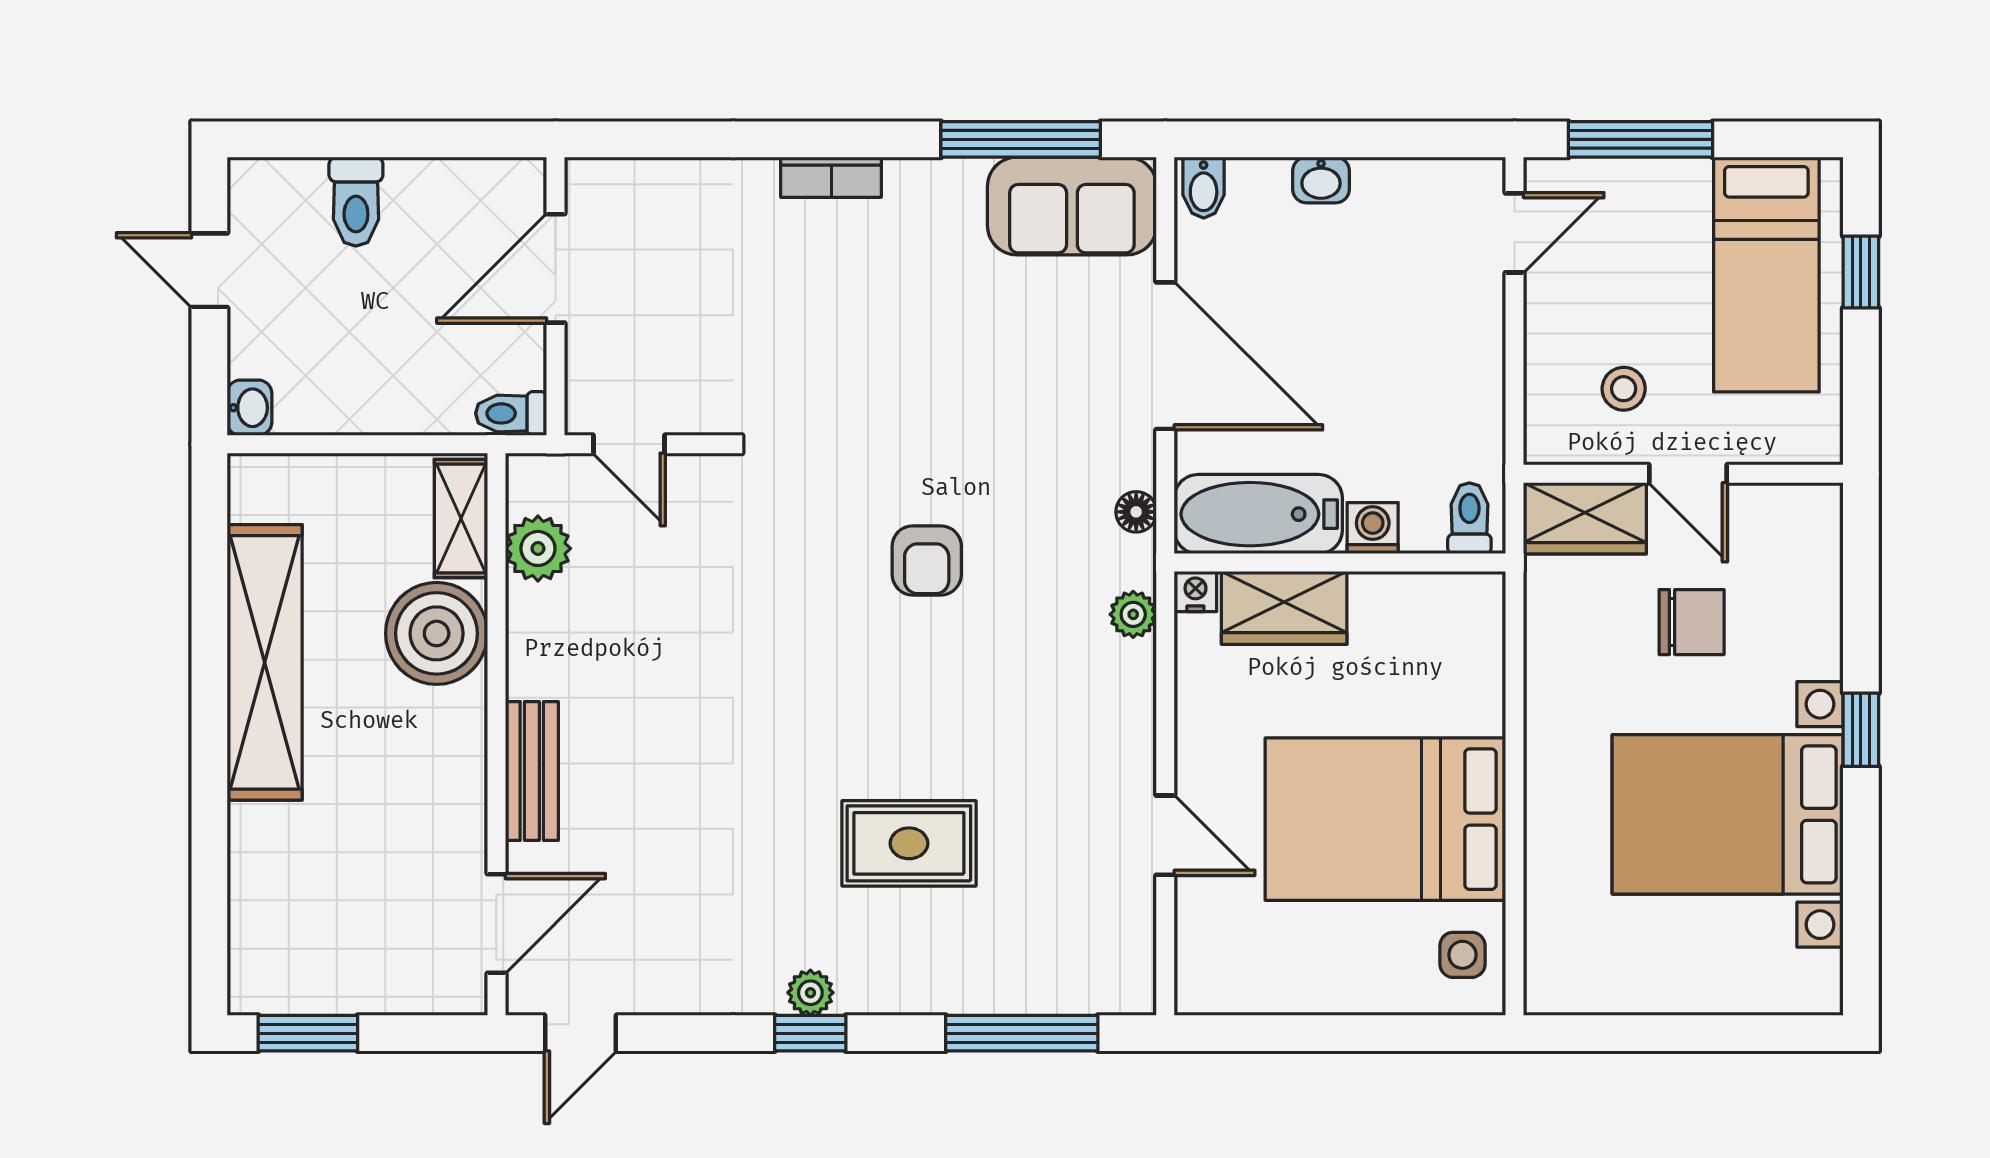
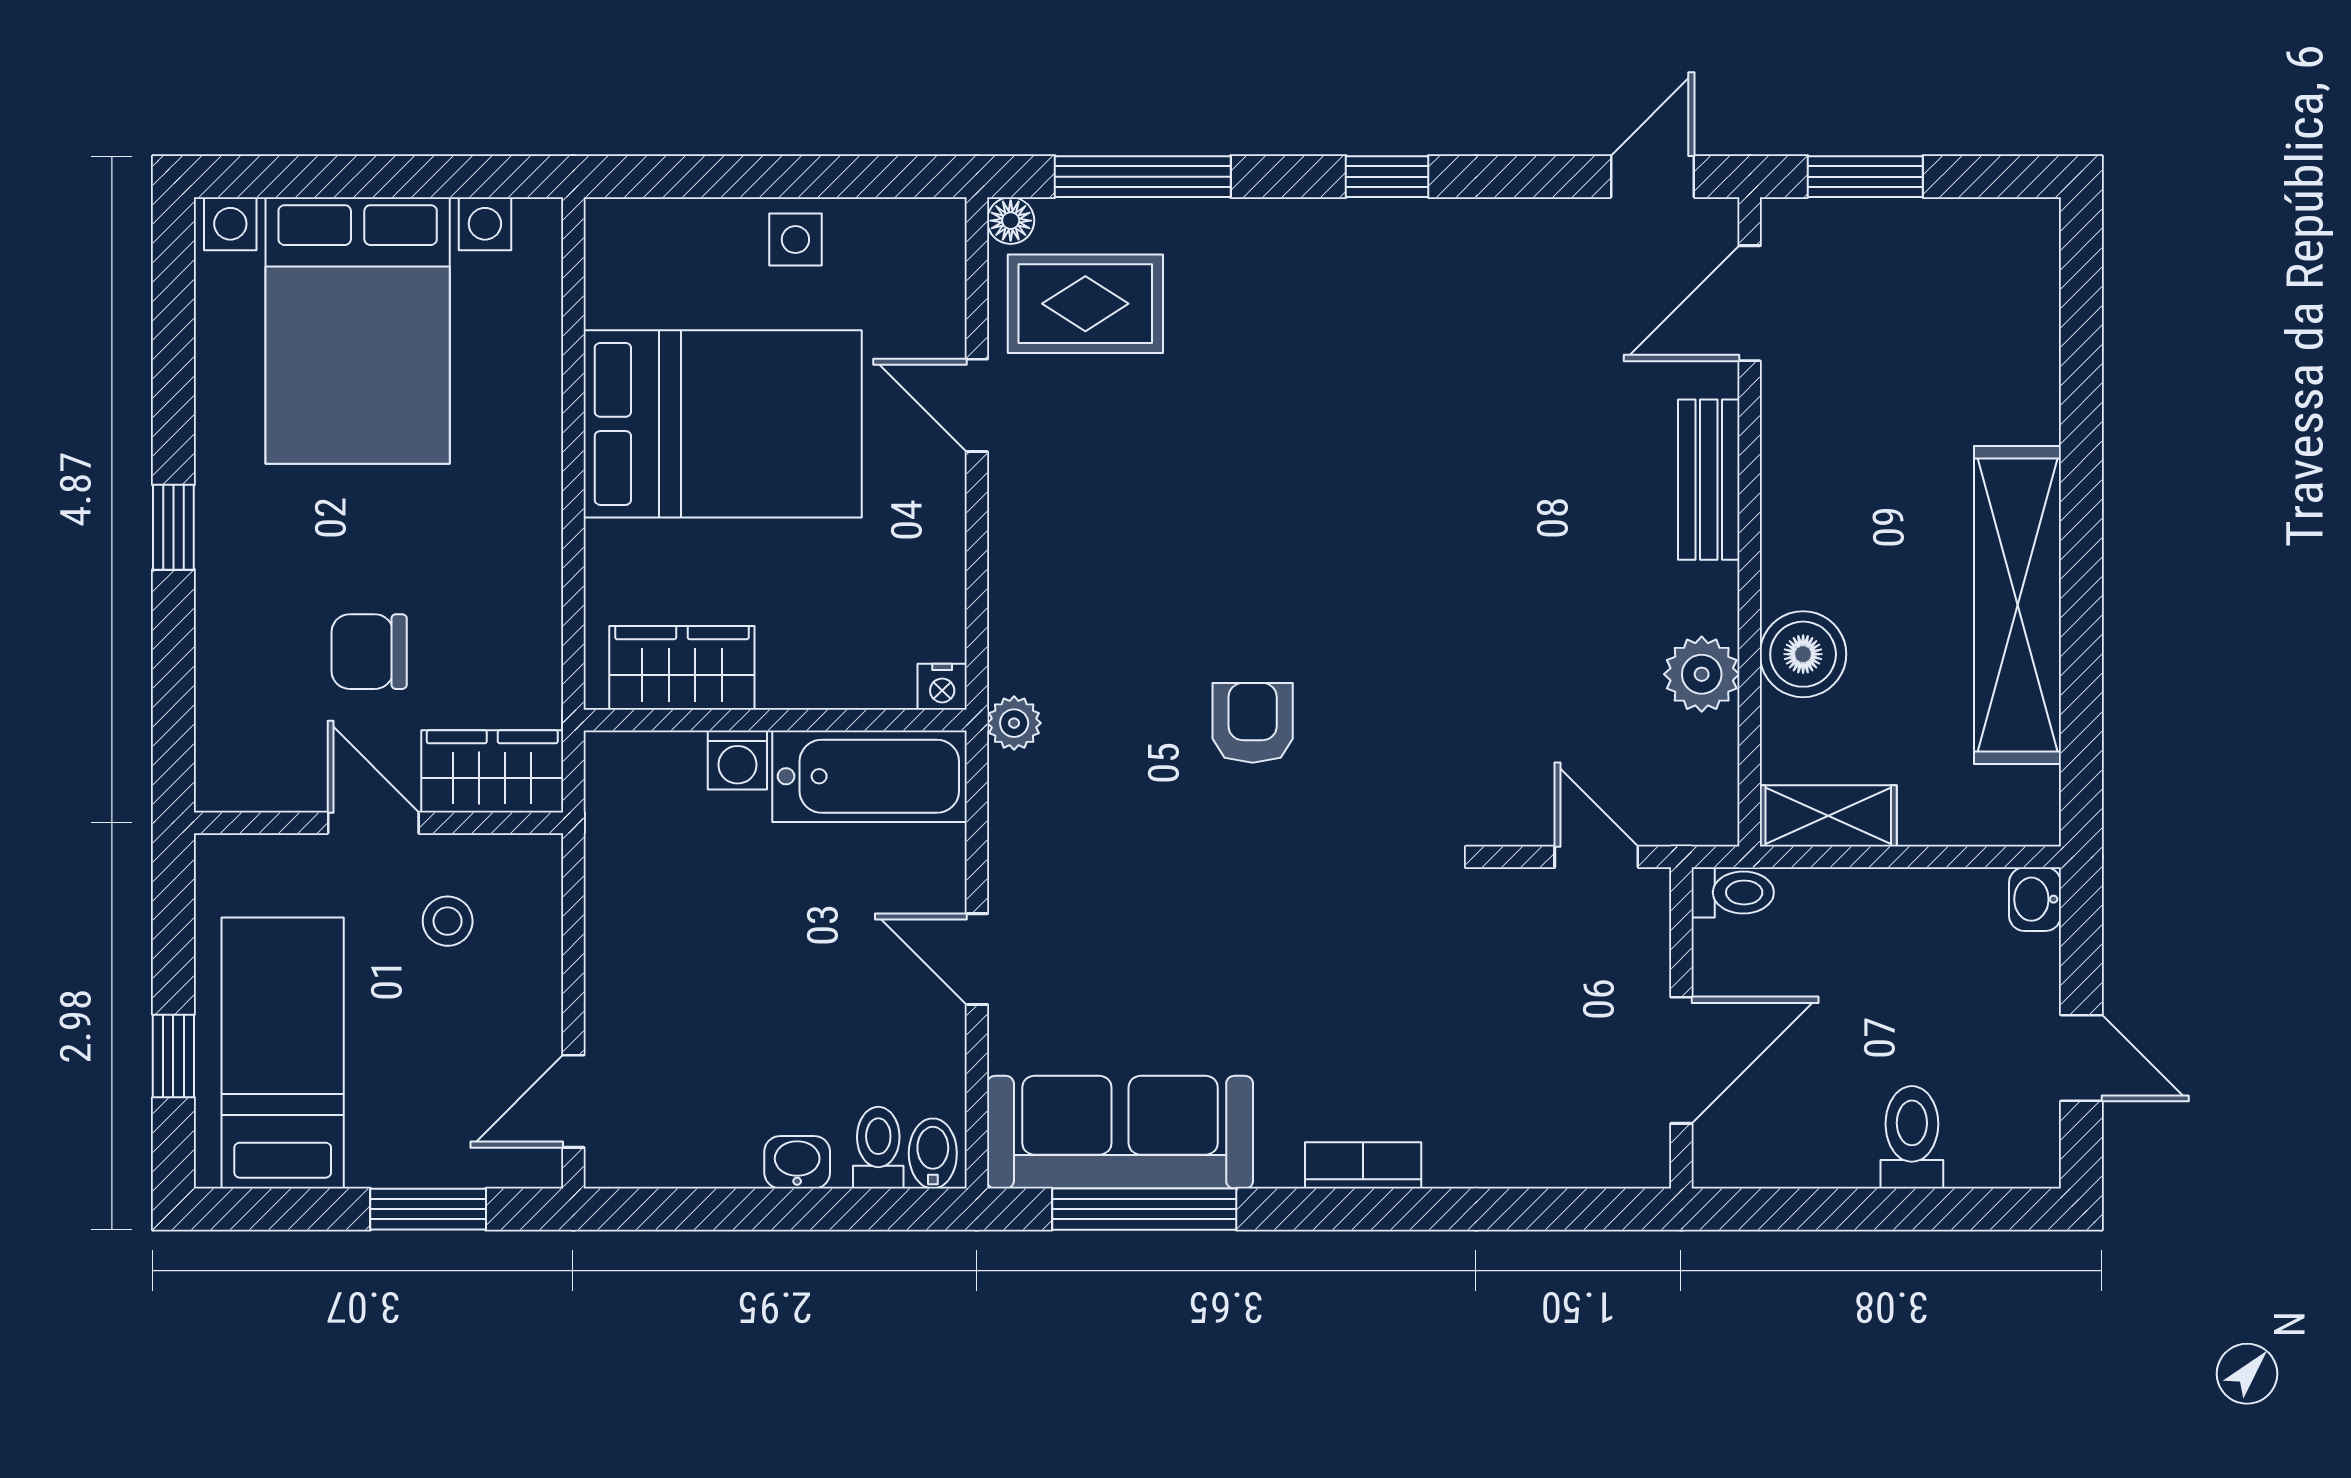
window: (1640, 139) -> (428, 1209), width x0.69
sofa: (1072, 206) -> (1120, 1132), width x1.36
door: (1165, 356) -> (977, 959), width x0.53
floor lamp: (1136, 512) -> (1011, 221), moved
toilet: (1469, 518) -> (878, 1148), moved, turned 180
shelving: (461, 519) -> (1828, 816), moved, turned 90
plant: (538, 548) -> (1702, 674), moved
wardrobe: (1284, 608) -> (682, 668), moved
plant: (1133, 614) -> (1014, 723), moved
boiler: (437, 633) -> (1803, 654), width x0.73, depth x0.73
bed with nightstands: (1728, 814) -> (358, 330), moved, turned 90
rug: (909, 843) -> (1085, 304), moved
side table: (1462, 955) -> (795, 240), moved
plant: (810, 993) -> (1387, 223), removed
window: (308, 1033) -> (1865, 177), moved

